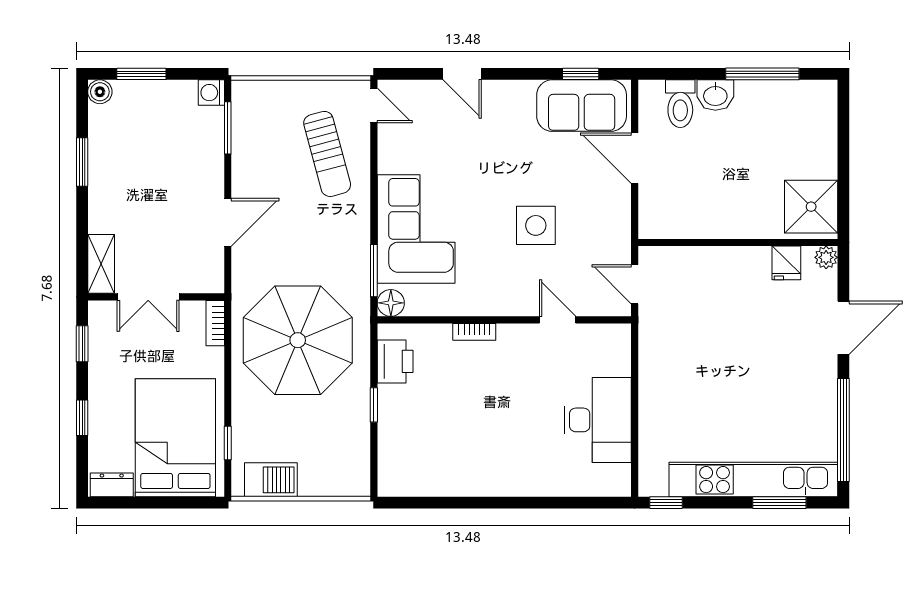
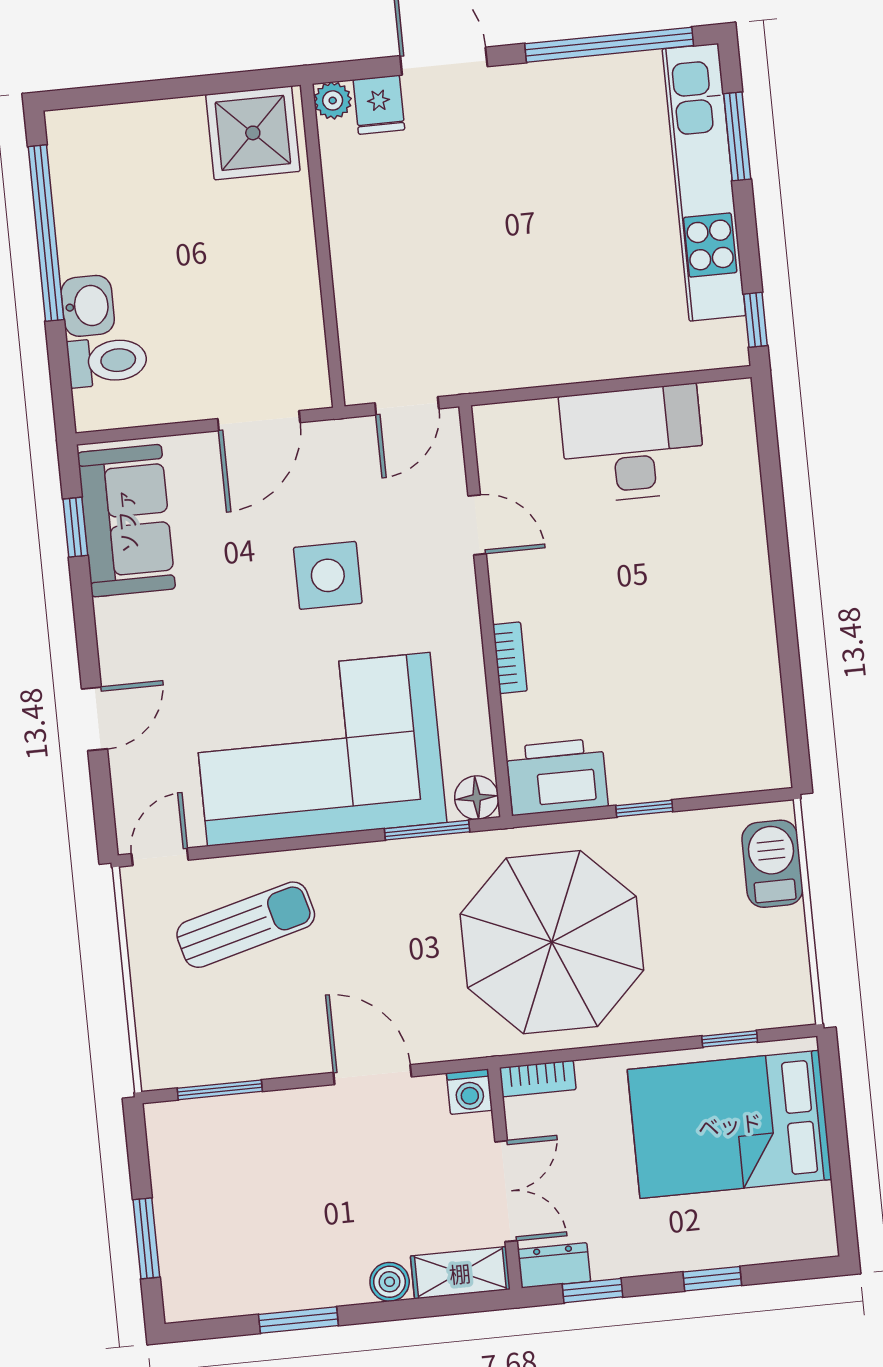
window: (762, 74) -> (46, 233), width x1.46
boiler: (100, 92) -> (390, 1282), moved
washing machine: (211, 93) -> (469, 1092), moved
door: (635, 158) -> (259, 421), moved
corner sofa: (416, 229) -> (319, 749), width x1.36, depth x1.36
fridge: (786, 263) -> (379, 105), moved, turned 90
door: (558, 320) -> (477, 525), swing flipped
printer: (395, 361) -> (557, 777), width x1.37, depth x1.19
barbecue: (271, 480) -> (772, 864), moved
dresser: (112, 485) -> (554, 1265), moved, turned 90

